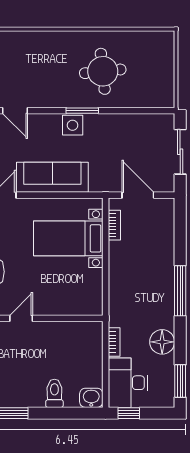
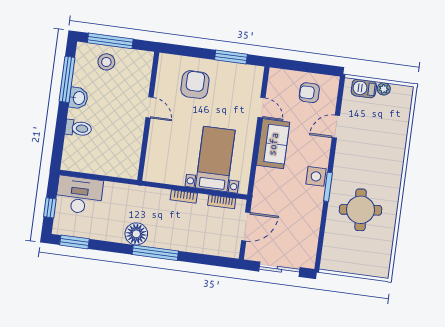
sofa: (52, 177) -> (273, 144), width x0.73
bookcase: (114, 342) -> (184, 196), moved
floor lamp: (162, 342) -> (136, 234), moved
washbasin: (91, 398) -> (78, 98), moved
window: (129, 413) -> (50, 208), moved

